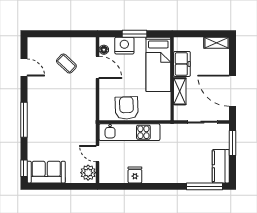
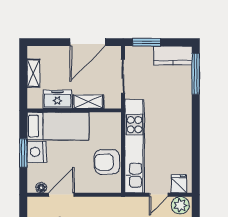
shelving: (217, 43) -> (33, 73), moved
nightstand: (124, 46) -> (37, 152), moved
kitchen unit: (129, 132) -> (135, 146), width x1.36
fridge: (135, 175) -> (179, 184), moved, turned 90

